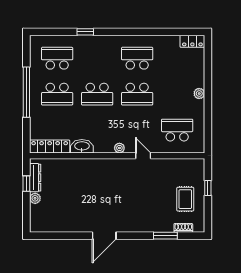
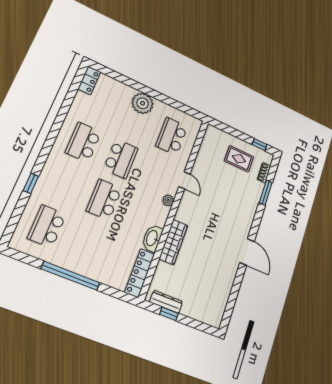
plant: (199, 93) -> (143, 103), width x1.87, depth x1.87
school desk: (57, 94) -> (87, 242), removed
school desk: (97, 94) -> (104, 200), turned 180
door: (143, 156) -> (184, 180), swing flipped
wardrobe: (86, 166) -> (173, 242), added
window: (208, 188) -> (259, 145), moved
plant: (35, 198) -> (187, 310), removed

